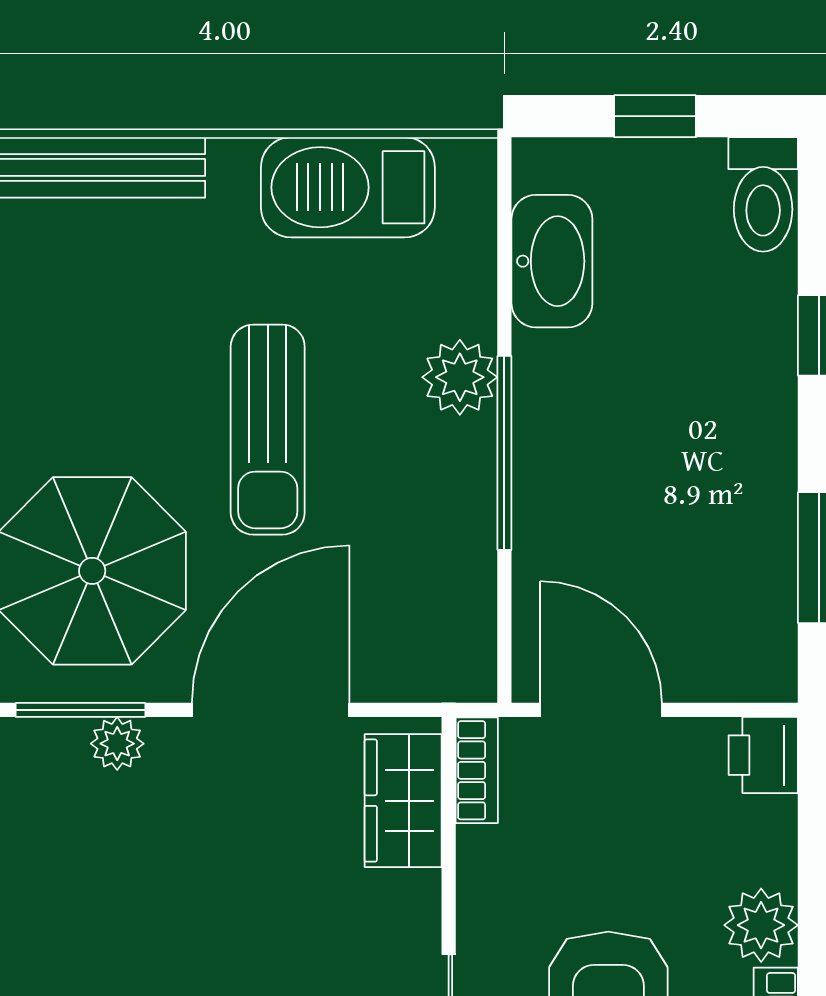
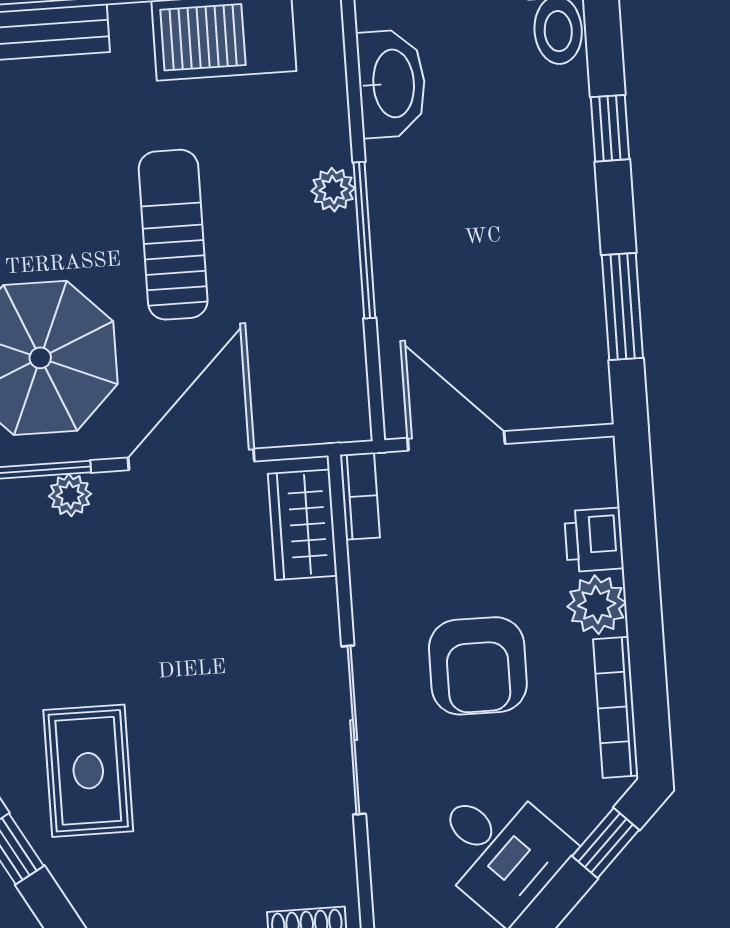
plant: (460, 377) -> (333, 190), width x0.73, depth x0.73
sun lounger: (268, 430) -> (173, 235), turned 180
printer: (763, 755) -> (594, 540), moved

